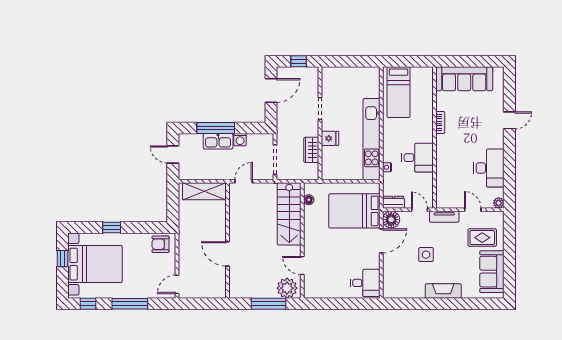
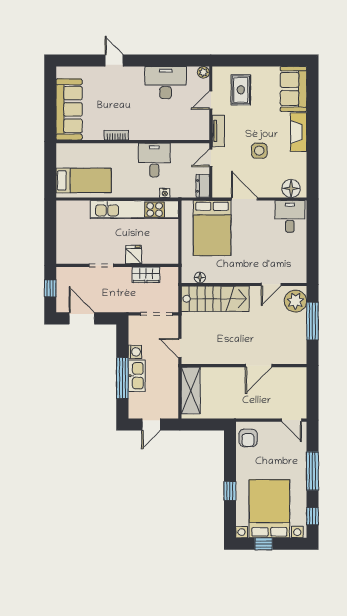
floor lamp: (391, 220) -> (291, 188), moved
sofa: (492, 272) -> (293, 89), moved, turned 90

